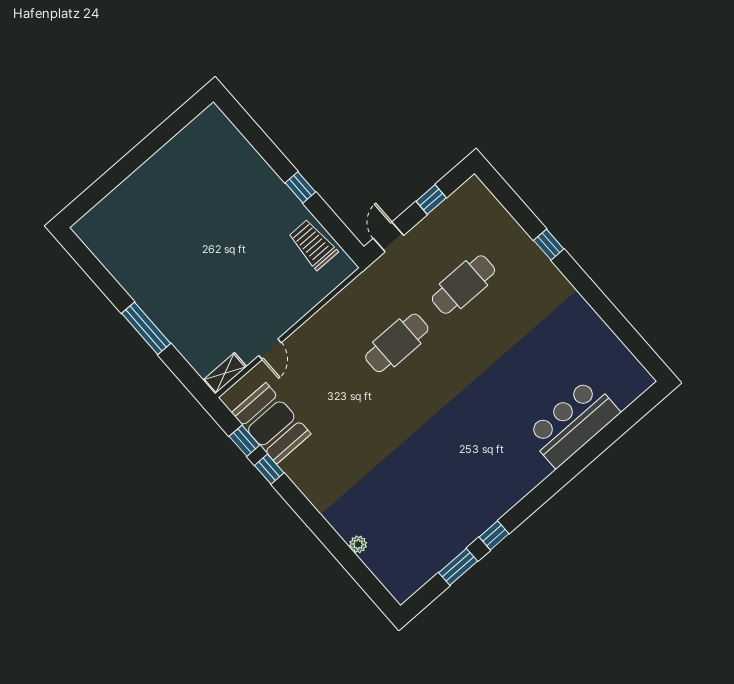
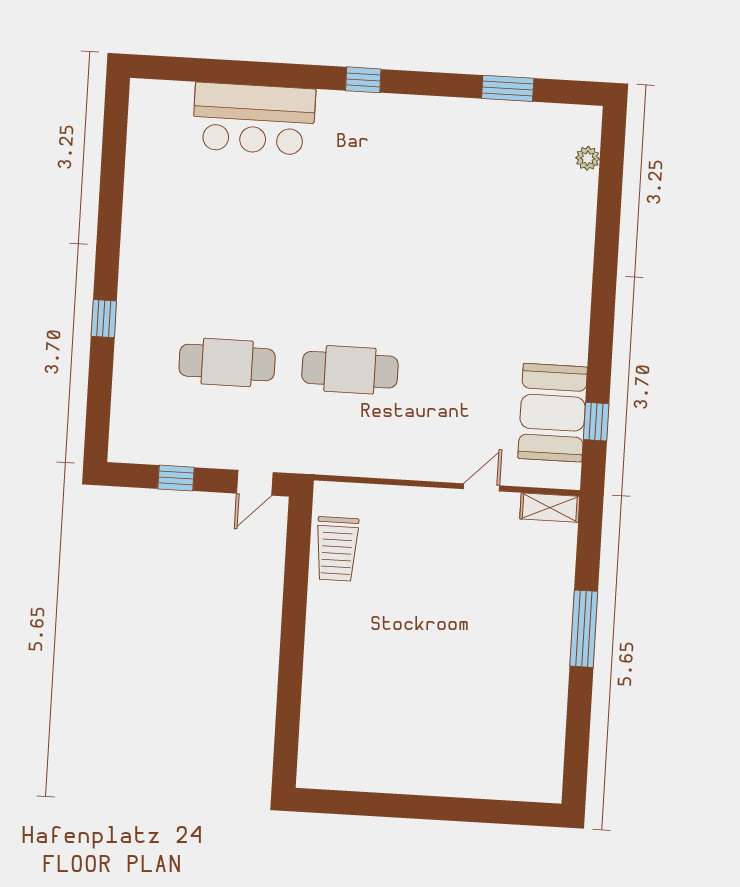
window: (300, 187) -> (294, 618), removed
window: (269, 469) -> (599, 369), removed
window: (494, 535) -> (363, 80), moved
plant: (358, 544) -> (588, 158), moved

